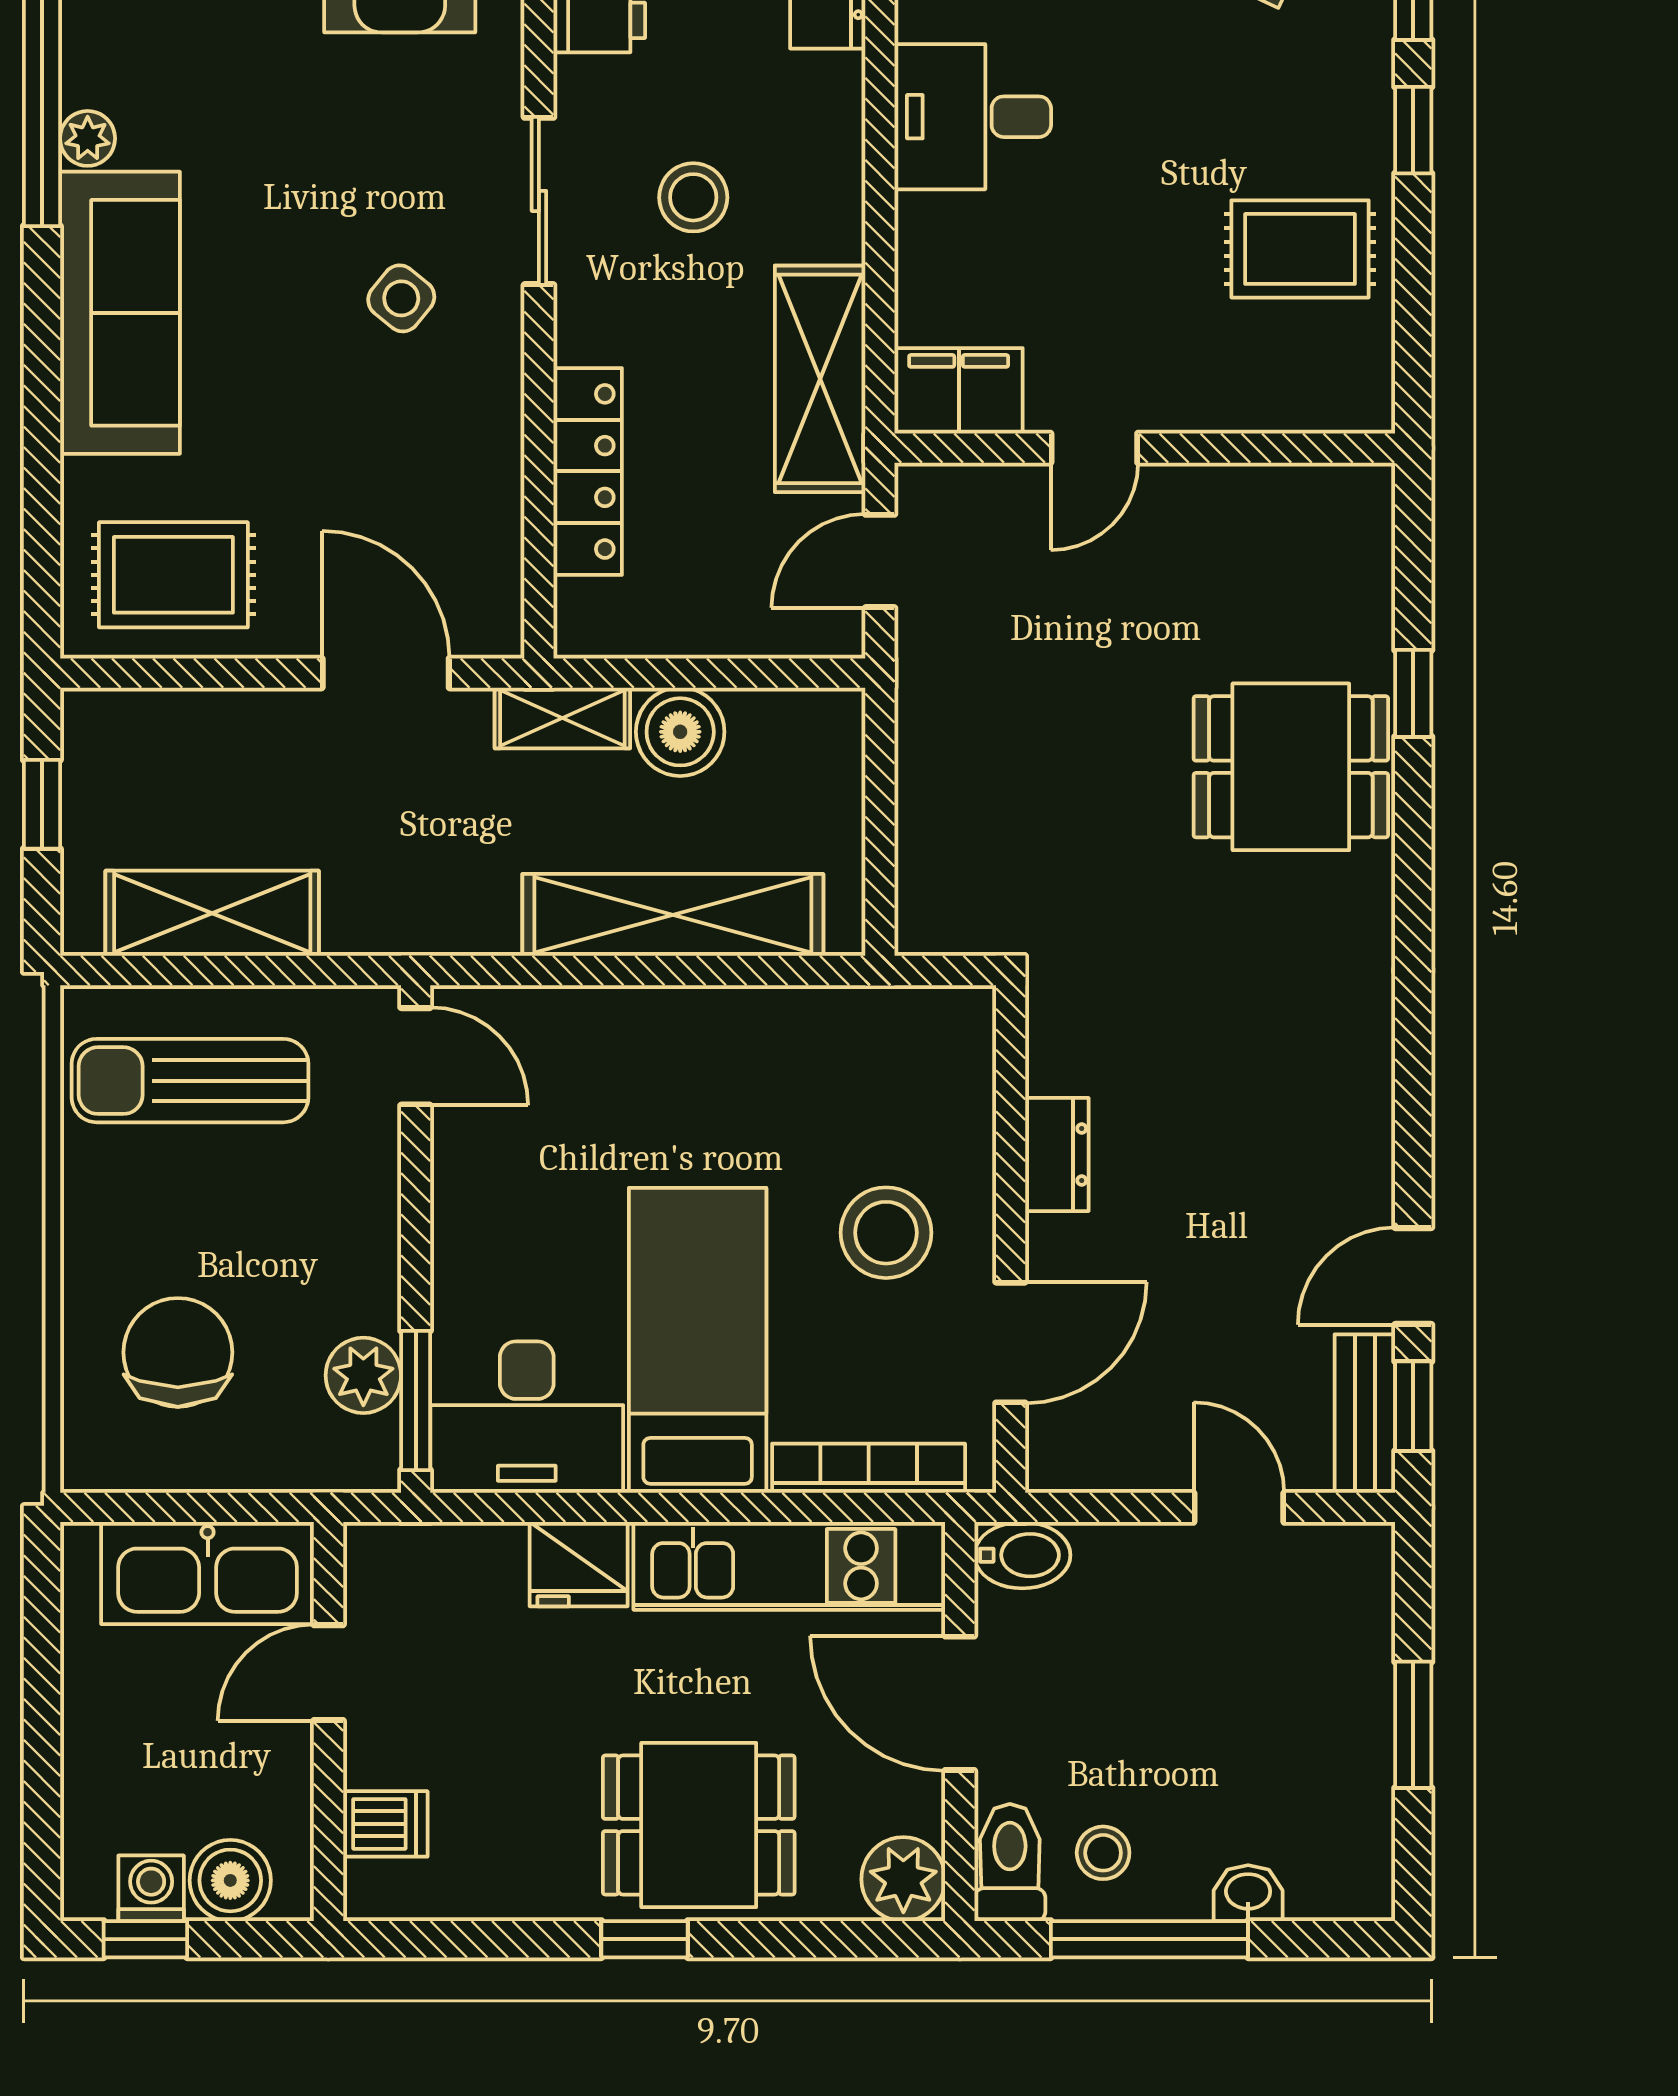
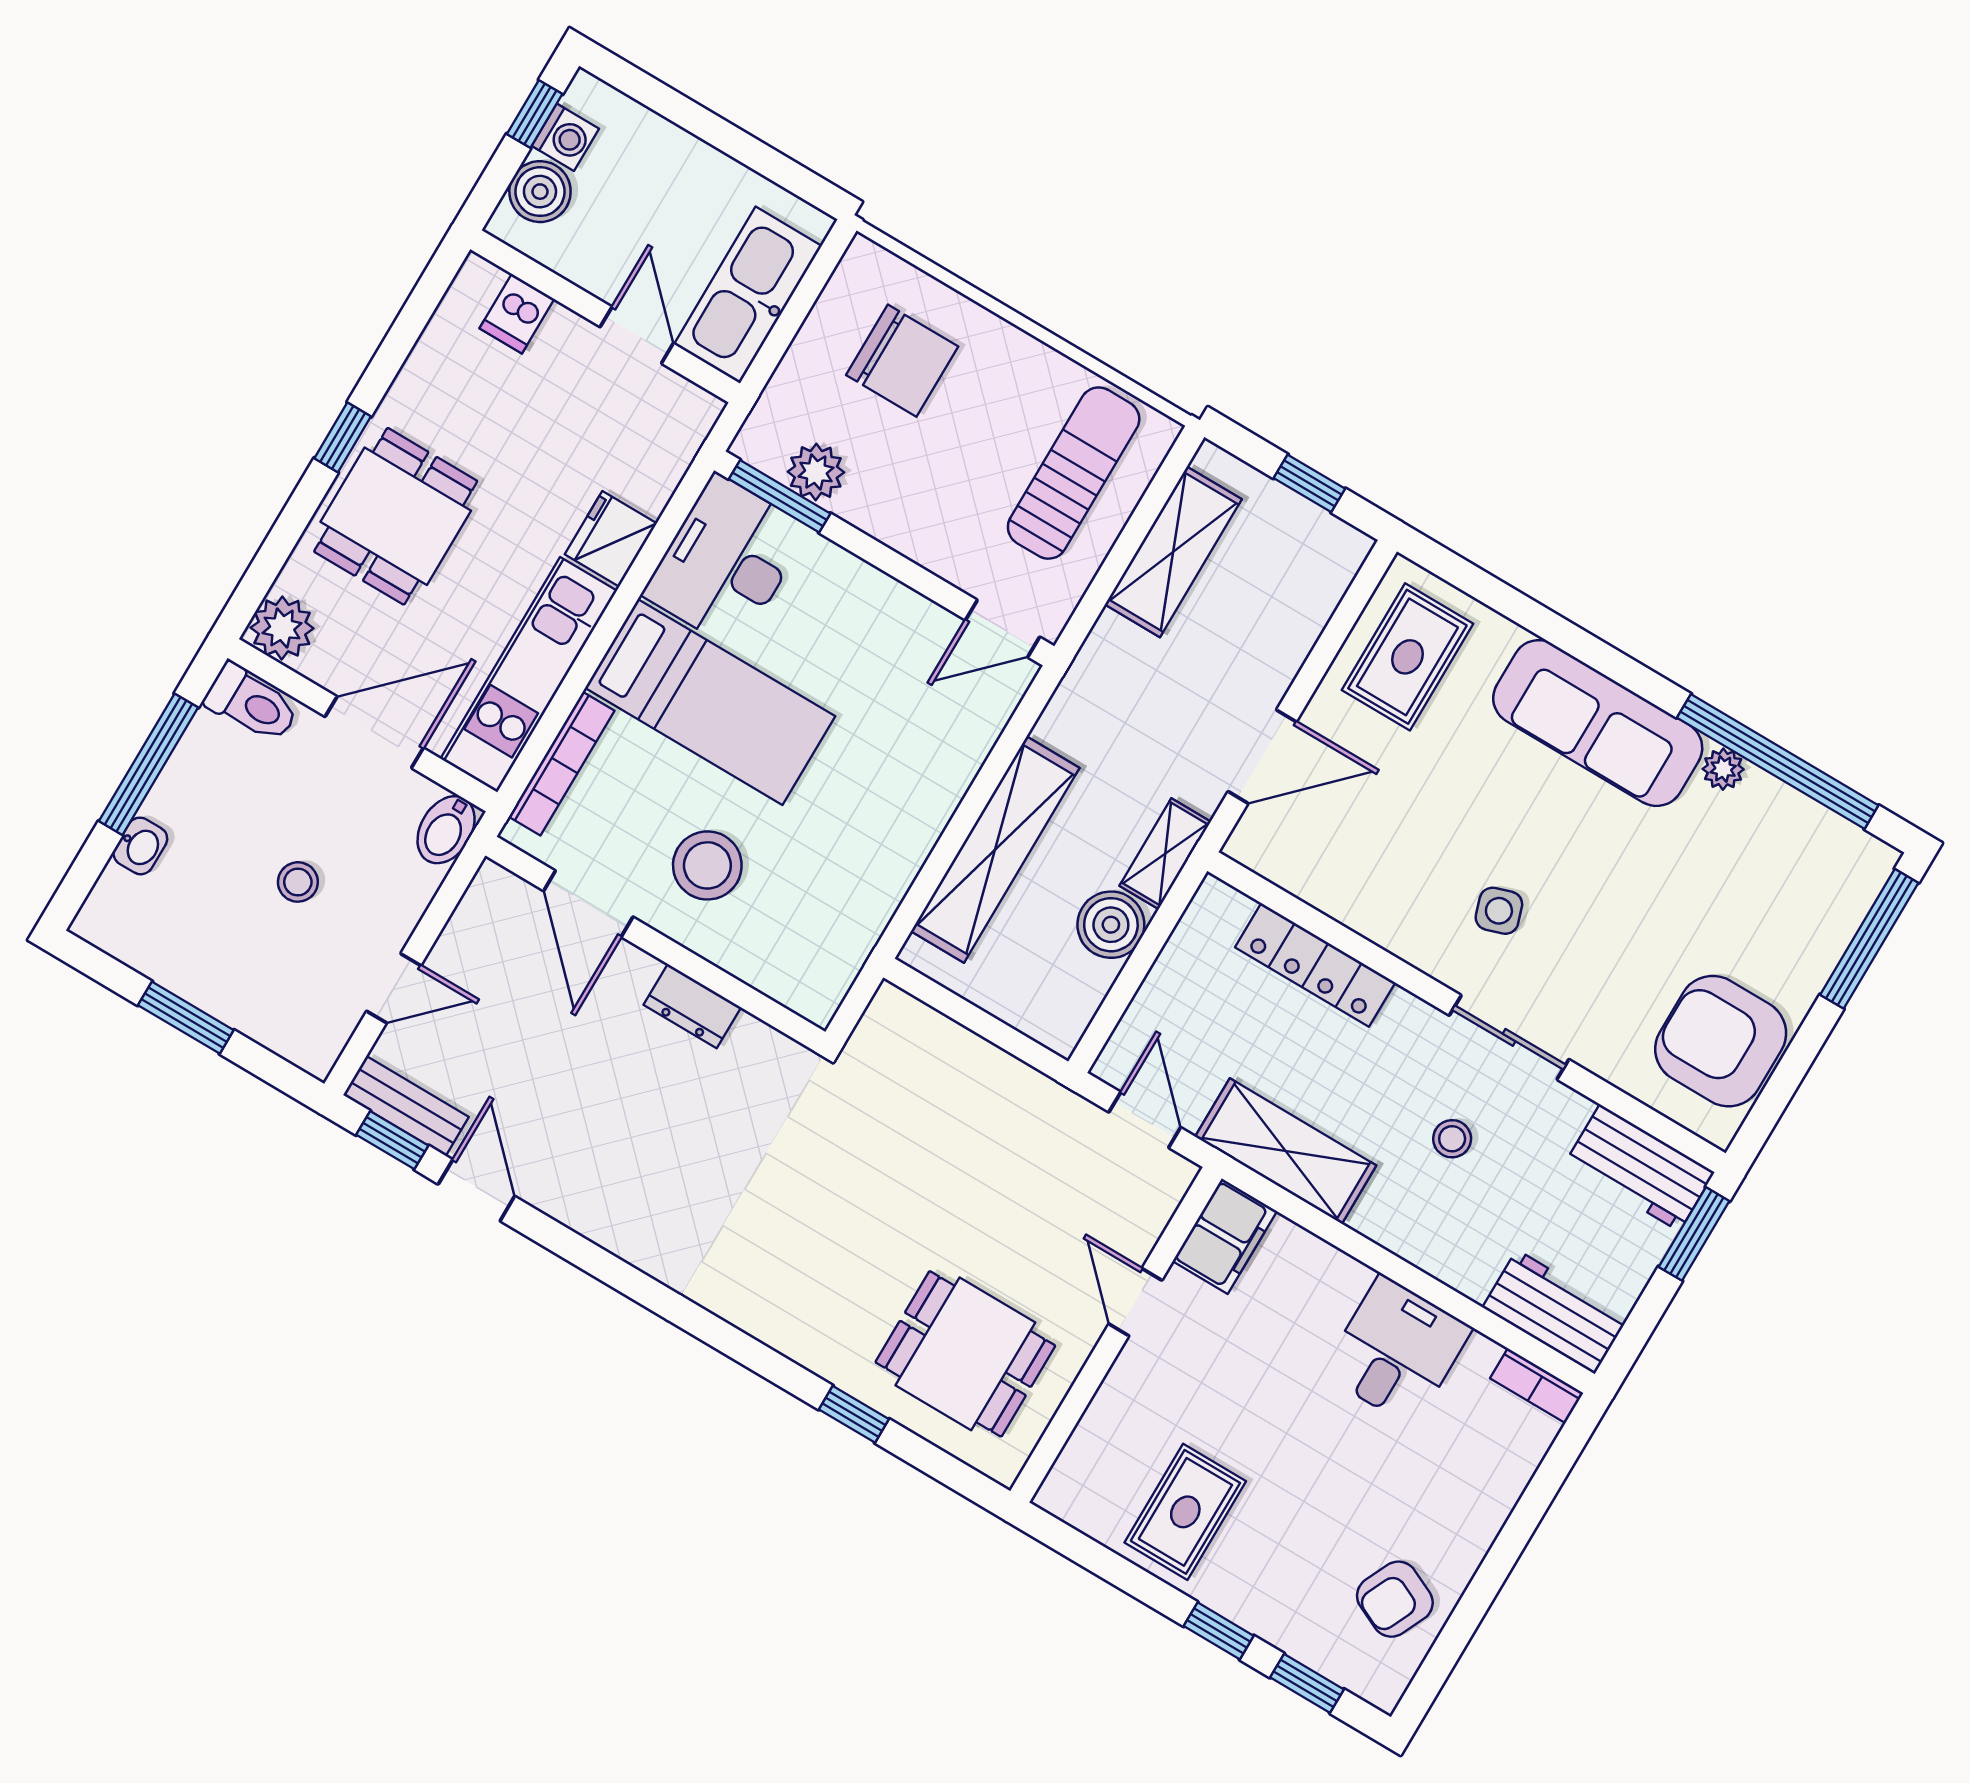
stool: (693, 197) -> (1452, 1139), width x0.73, depth x0.73
side table: (401, 298) -> (1499, 911), turned 33
dining table: (1291, 767) -> (965, 1354), moved, turned 90
stool: (1103, 1853) -> (298, 882), moved

